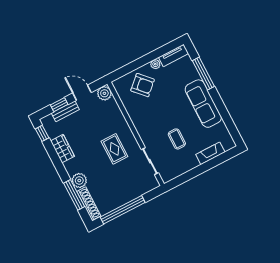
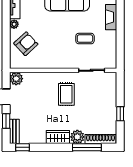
bench: (65, 111) -> (14, 131), moved
wardrobe: (62, 149) -> (58, 137), moved
rug: (114, 149) -> (66, 94), turned 90
window: (123, 210) -> (120, 114), width x0.32

